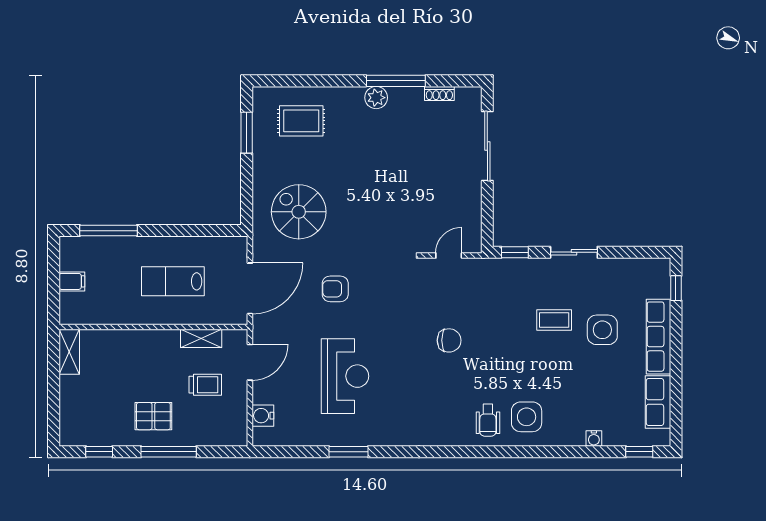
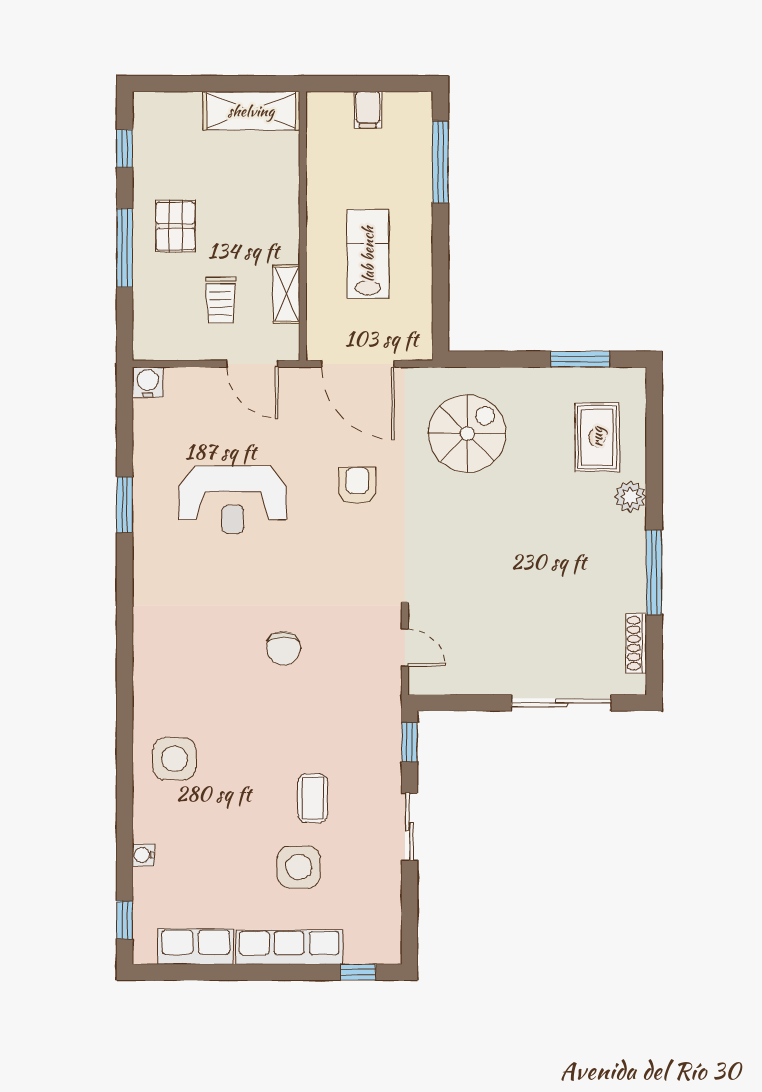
shoe rack: (439, 93) -> (636, 643), width x1.43
plant: (376, 98) -> (630, 497), moved
shelving: (69, 352) -> (251, 111), width x1.50, depth x1.33
water cooler: (263, 416) -> (148, 382), moved
wheelchair: (488, 420) -> (170, 704), removed

